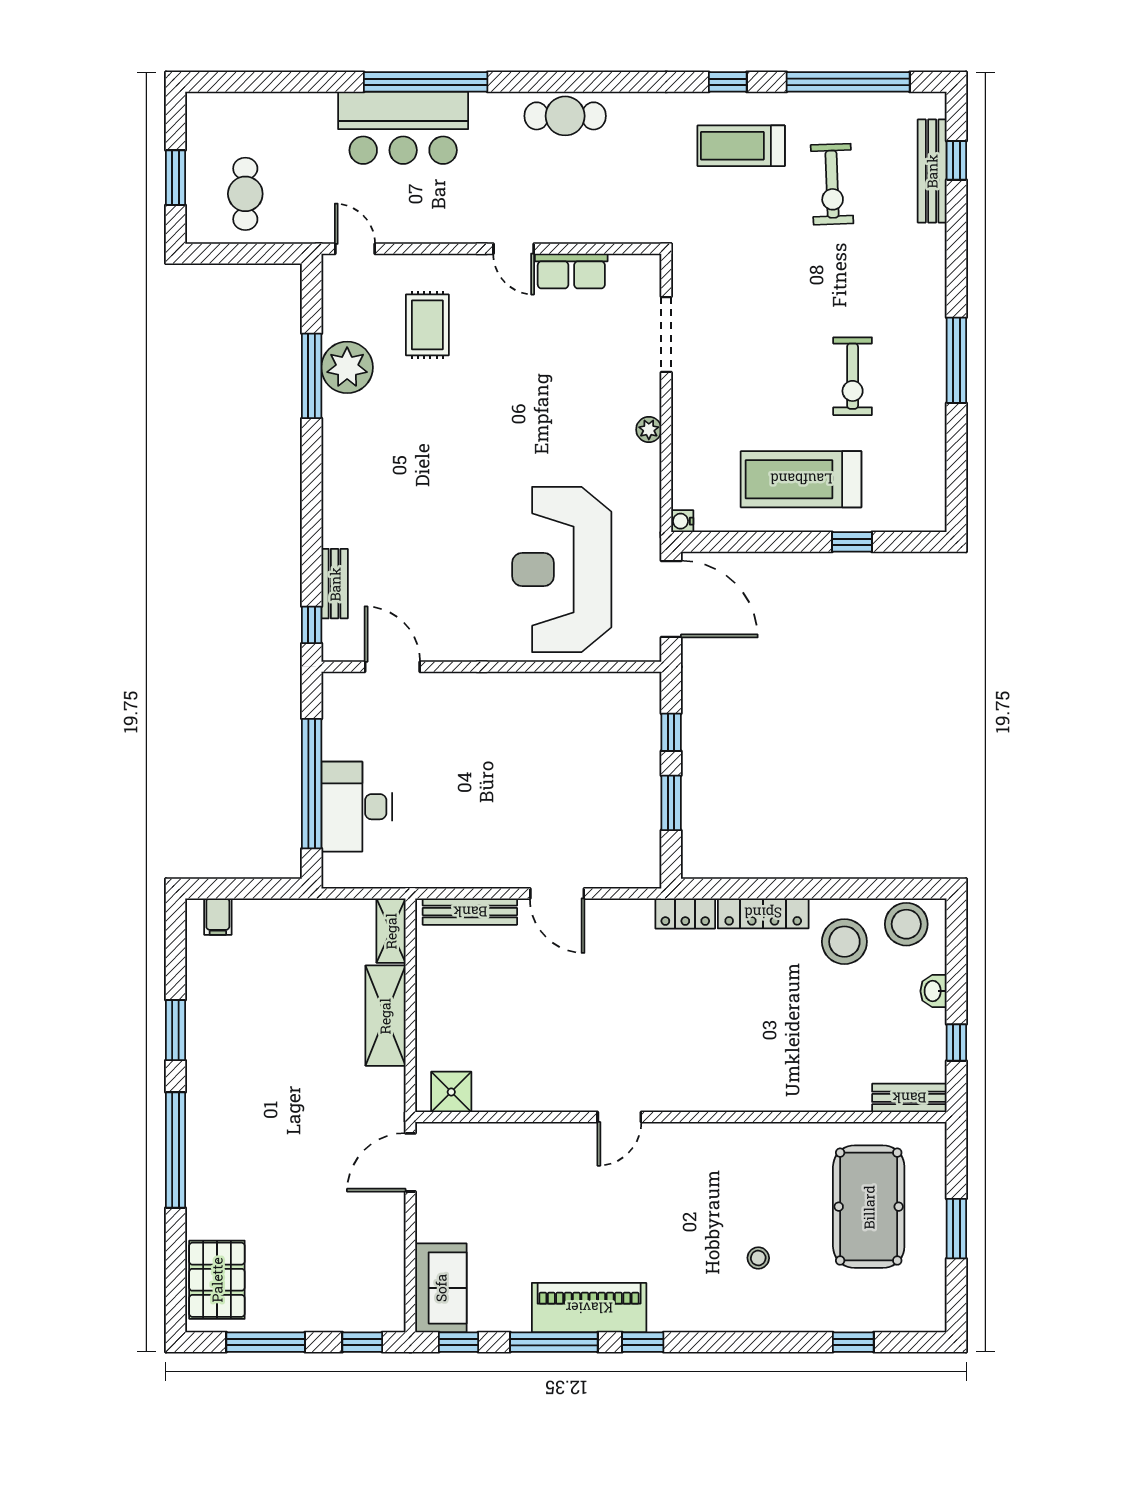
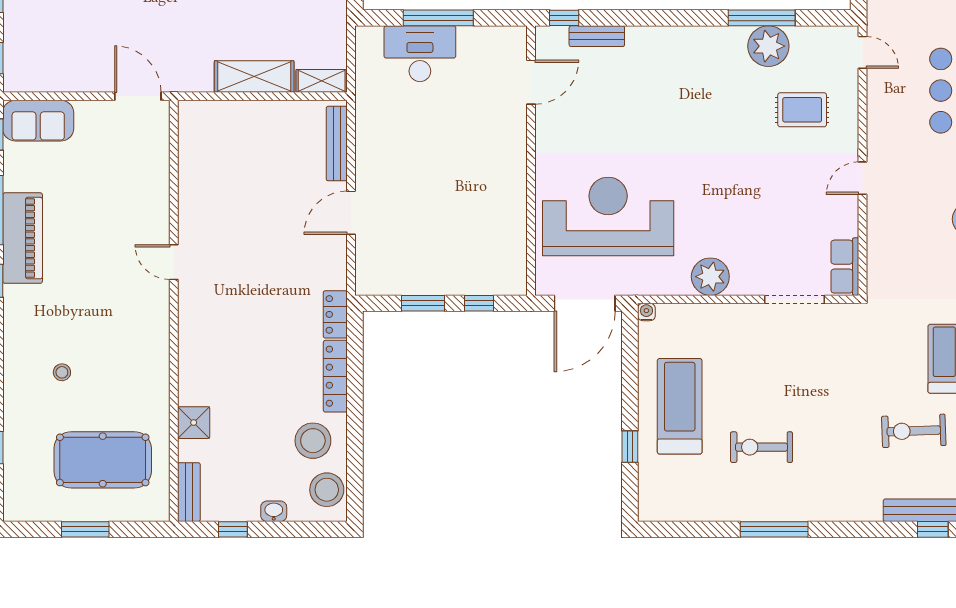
door: (355, 249) -> (863, 52), hinge flipped
row of seats: (571, 271) -> (845, 267), moved
plant: (649, 430) -> (710, 277), width x1.88, depth x1.88
window: (312, 784) -> (438, 18), width x0.68
shower: (451, 1092) -> (194, 423), moved

